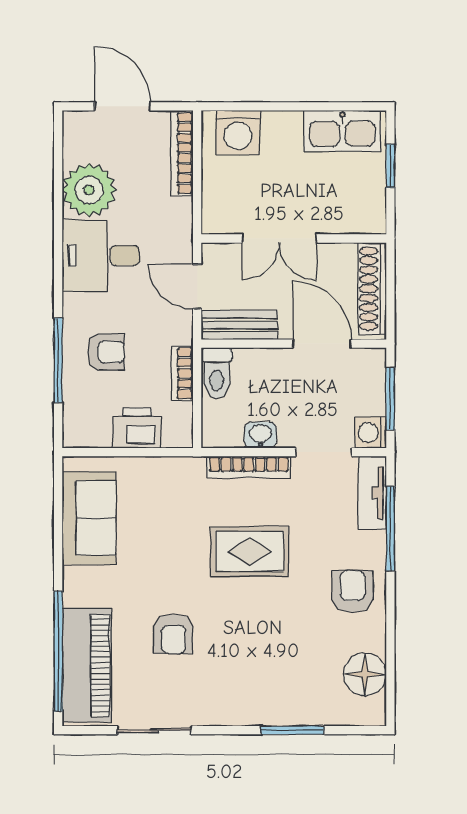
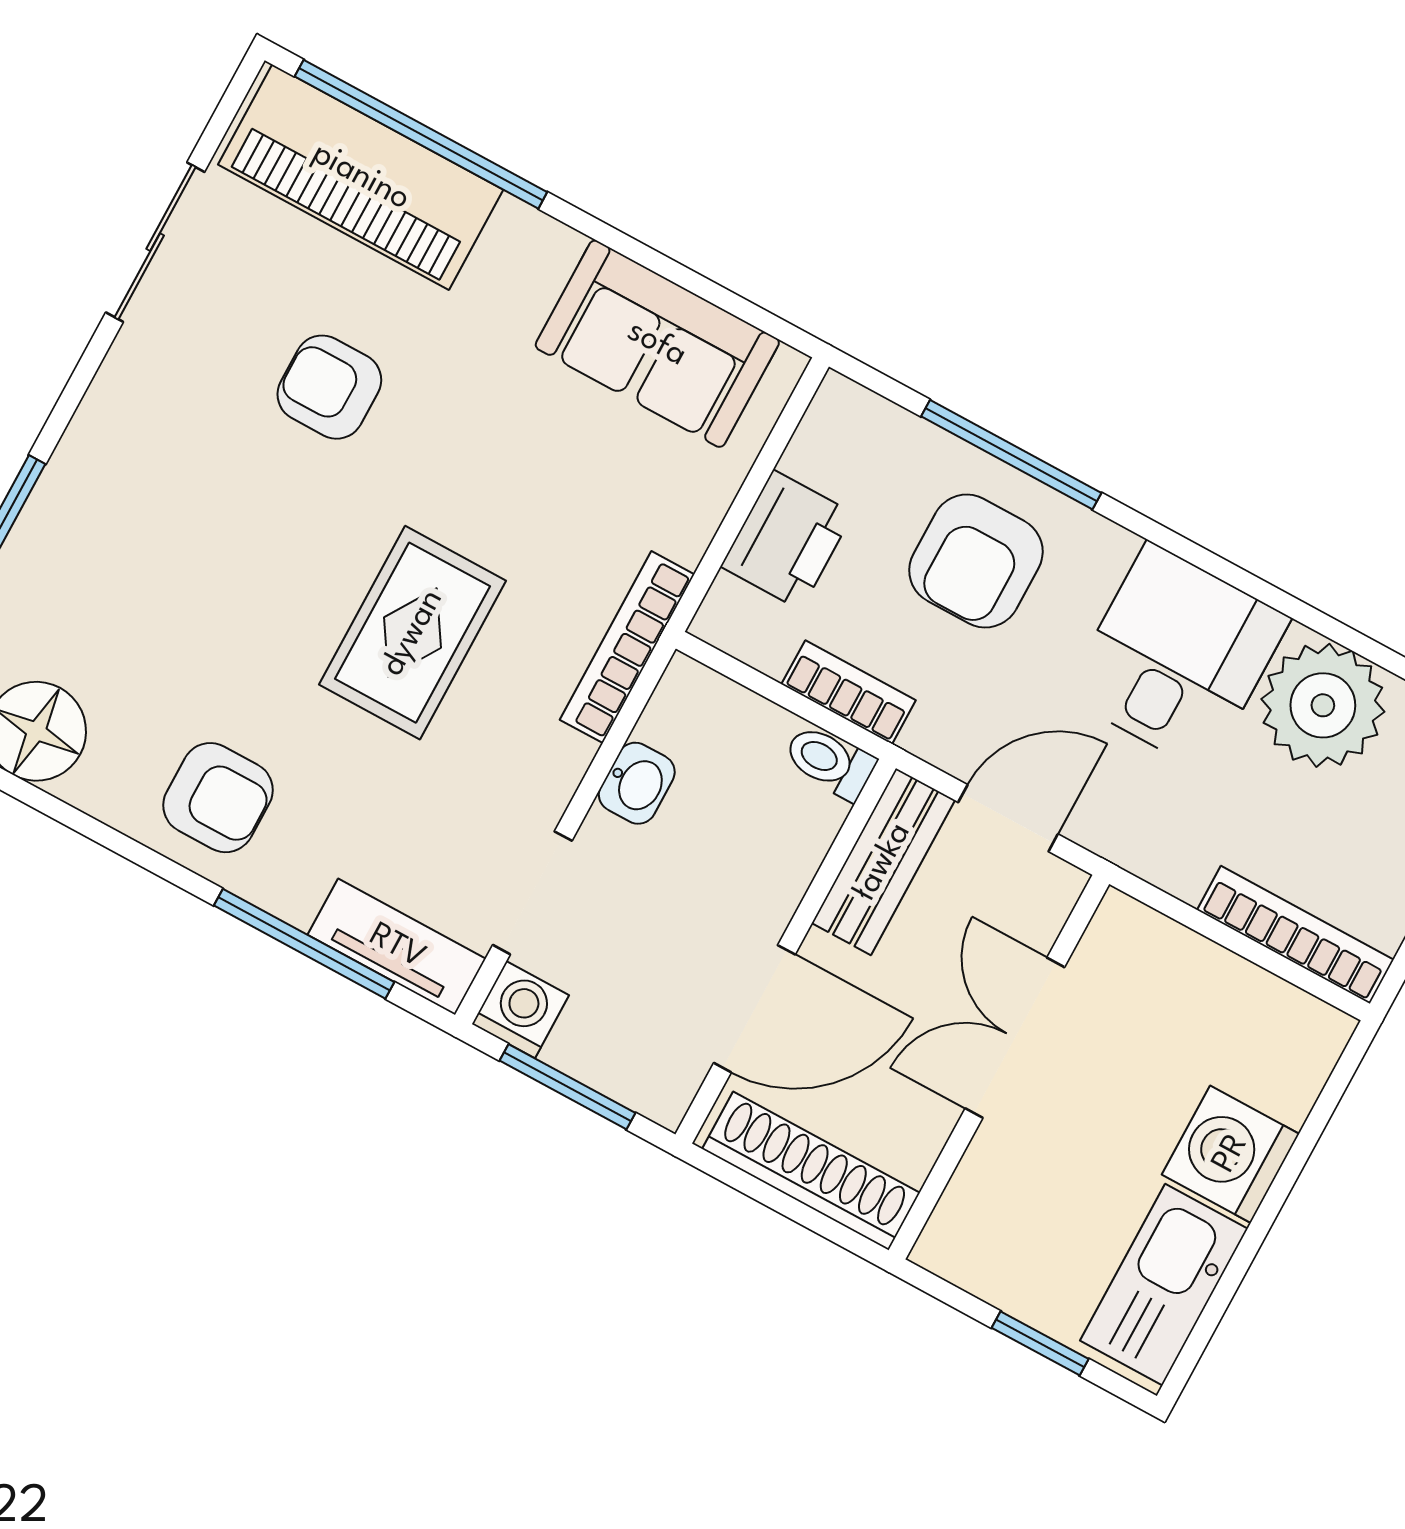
washing machine: (238, 132) -> (1231, 1154), moved
armchair: (106, 352) -> (976, 561), width x1.38, depth x1.38
toilet: (217, 373) -> (830, 762), width x0.73, depth x0.72
bookcase: (249, 467) -> (627, 647), moved

